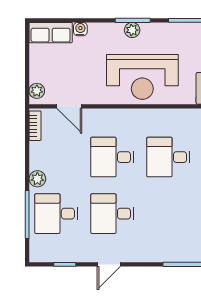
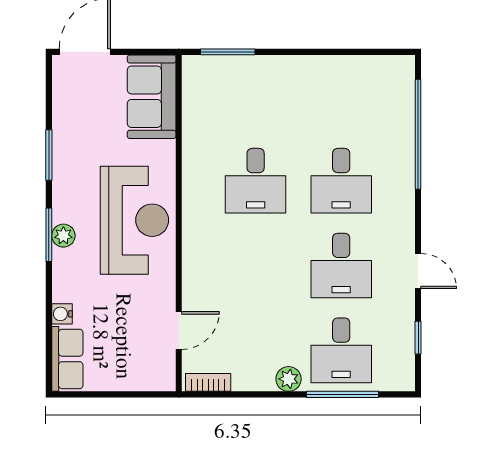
plant: (37, 91) -> (155, 380), removed
desk: (112, 157) -> (341, 181), moved

